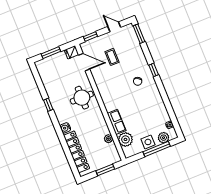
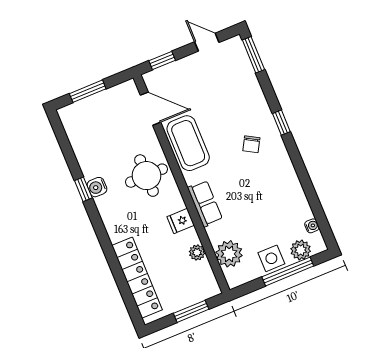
fridge: (72, 52) -> (181, 221), moved
coffee table: (112, 57) -> (188, 143), moved, width x1.86, depth x1.72
row of seats: (117, 122) -> (205, 204), moved
water cooler: (65, 128) -> (97, 187), moved

